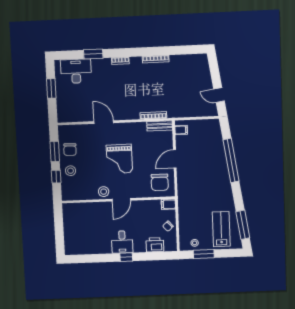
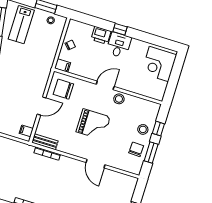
grand piano: (119, 159) -> (93, 124), turned 90
chair: (160, 182) -> (63, 89), turned -89
corner desk: (78, 237) -> (159, 64), added
printer: (155, 245) -> (101, 35), moved

